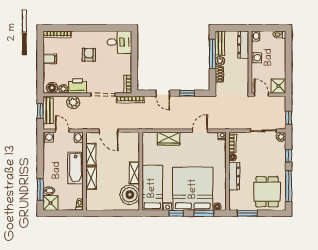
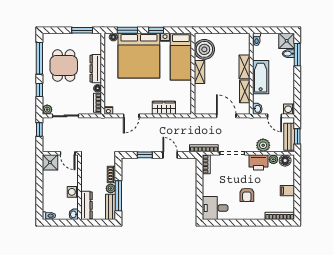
dining table: (267, 192) -> (64, 66), moved

